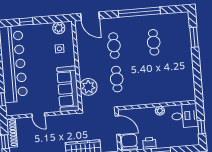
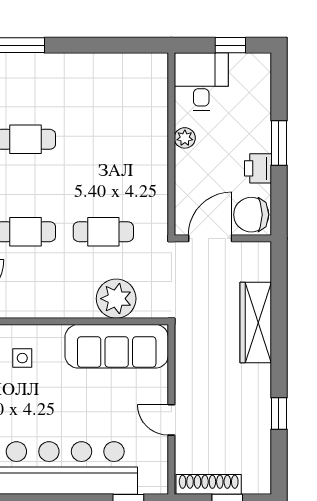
door: (38, 115) -> (171, 420), swing flipped

